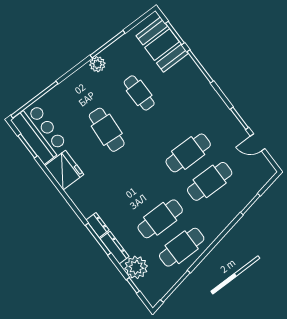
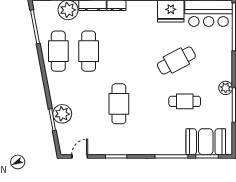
cafe table: (107, 130) -> (176, 61), turned -32
door: (258, 142) -> (80, 156), moved
cafe table: (210, 181) -> (89, 104), removed
plant: (238, 199) -> (62, 114), added

